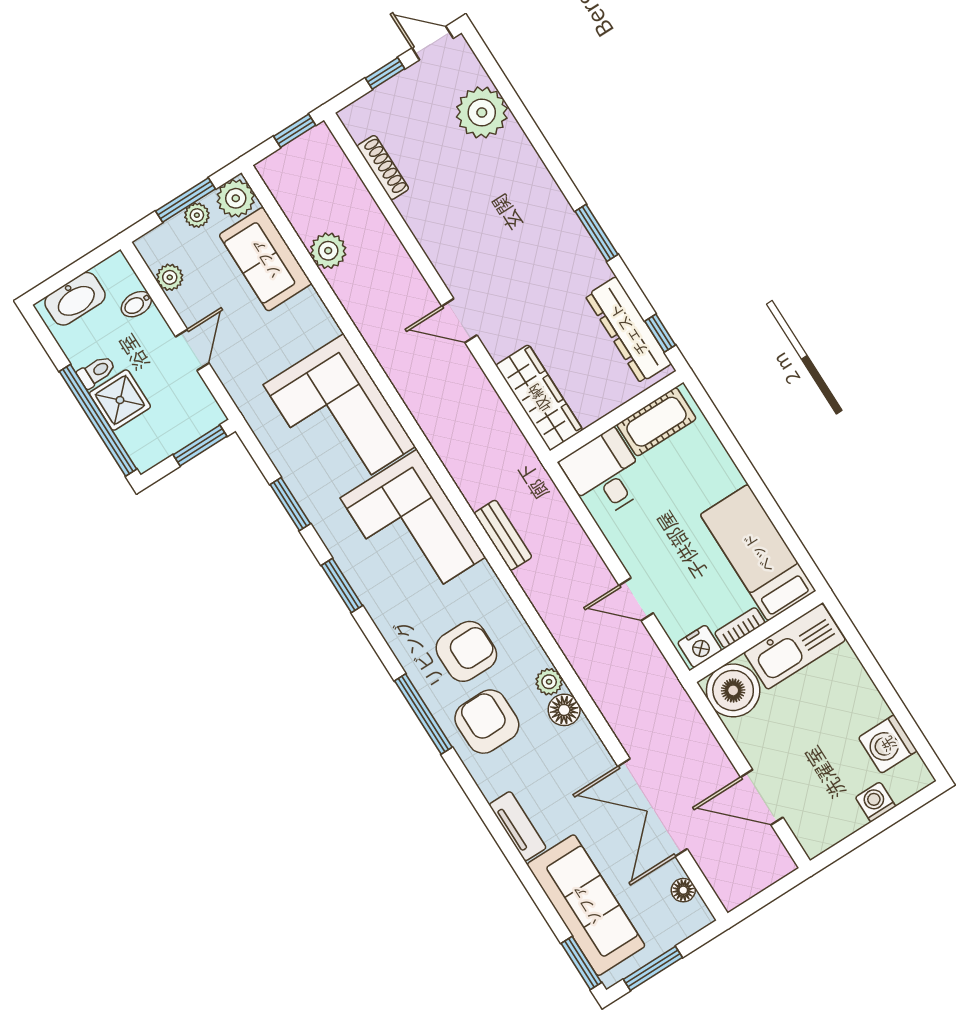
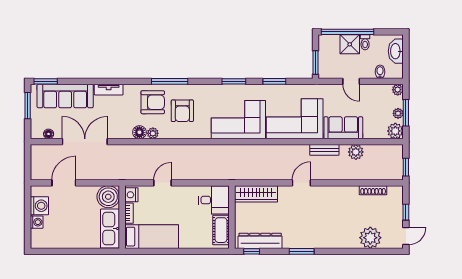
sofa: (265, 259) -> (343, 128), moved
plant: (170, 277) -> (398, 90), moved
bench: (503, 535) -> (324, 150), moved
washing machine: (888, 744) -> (39, 206), moved, turned 90

